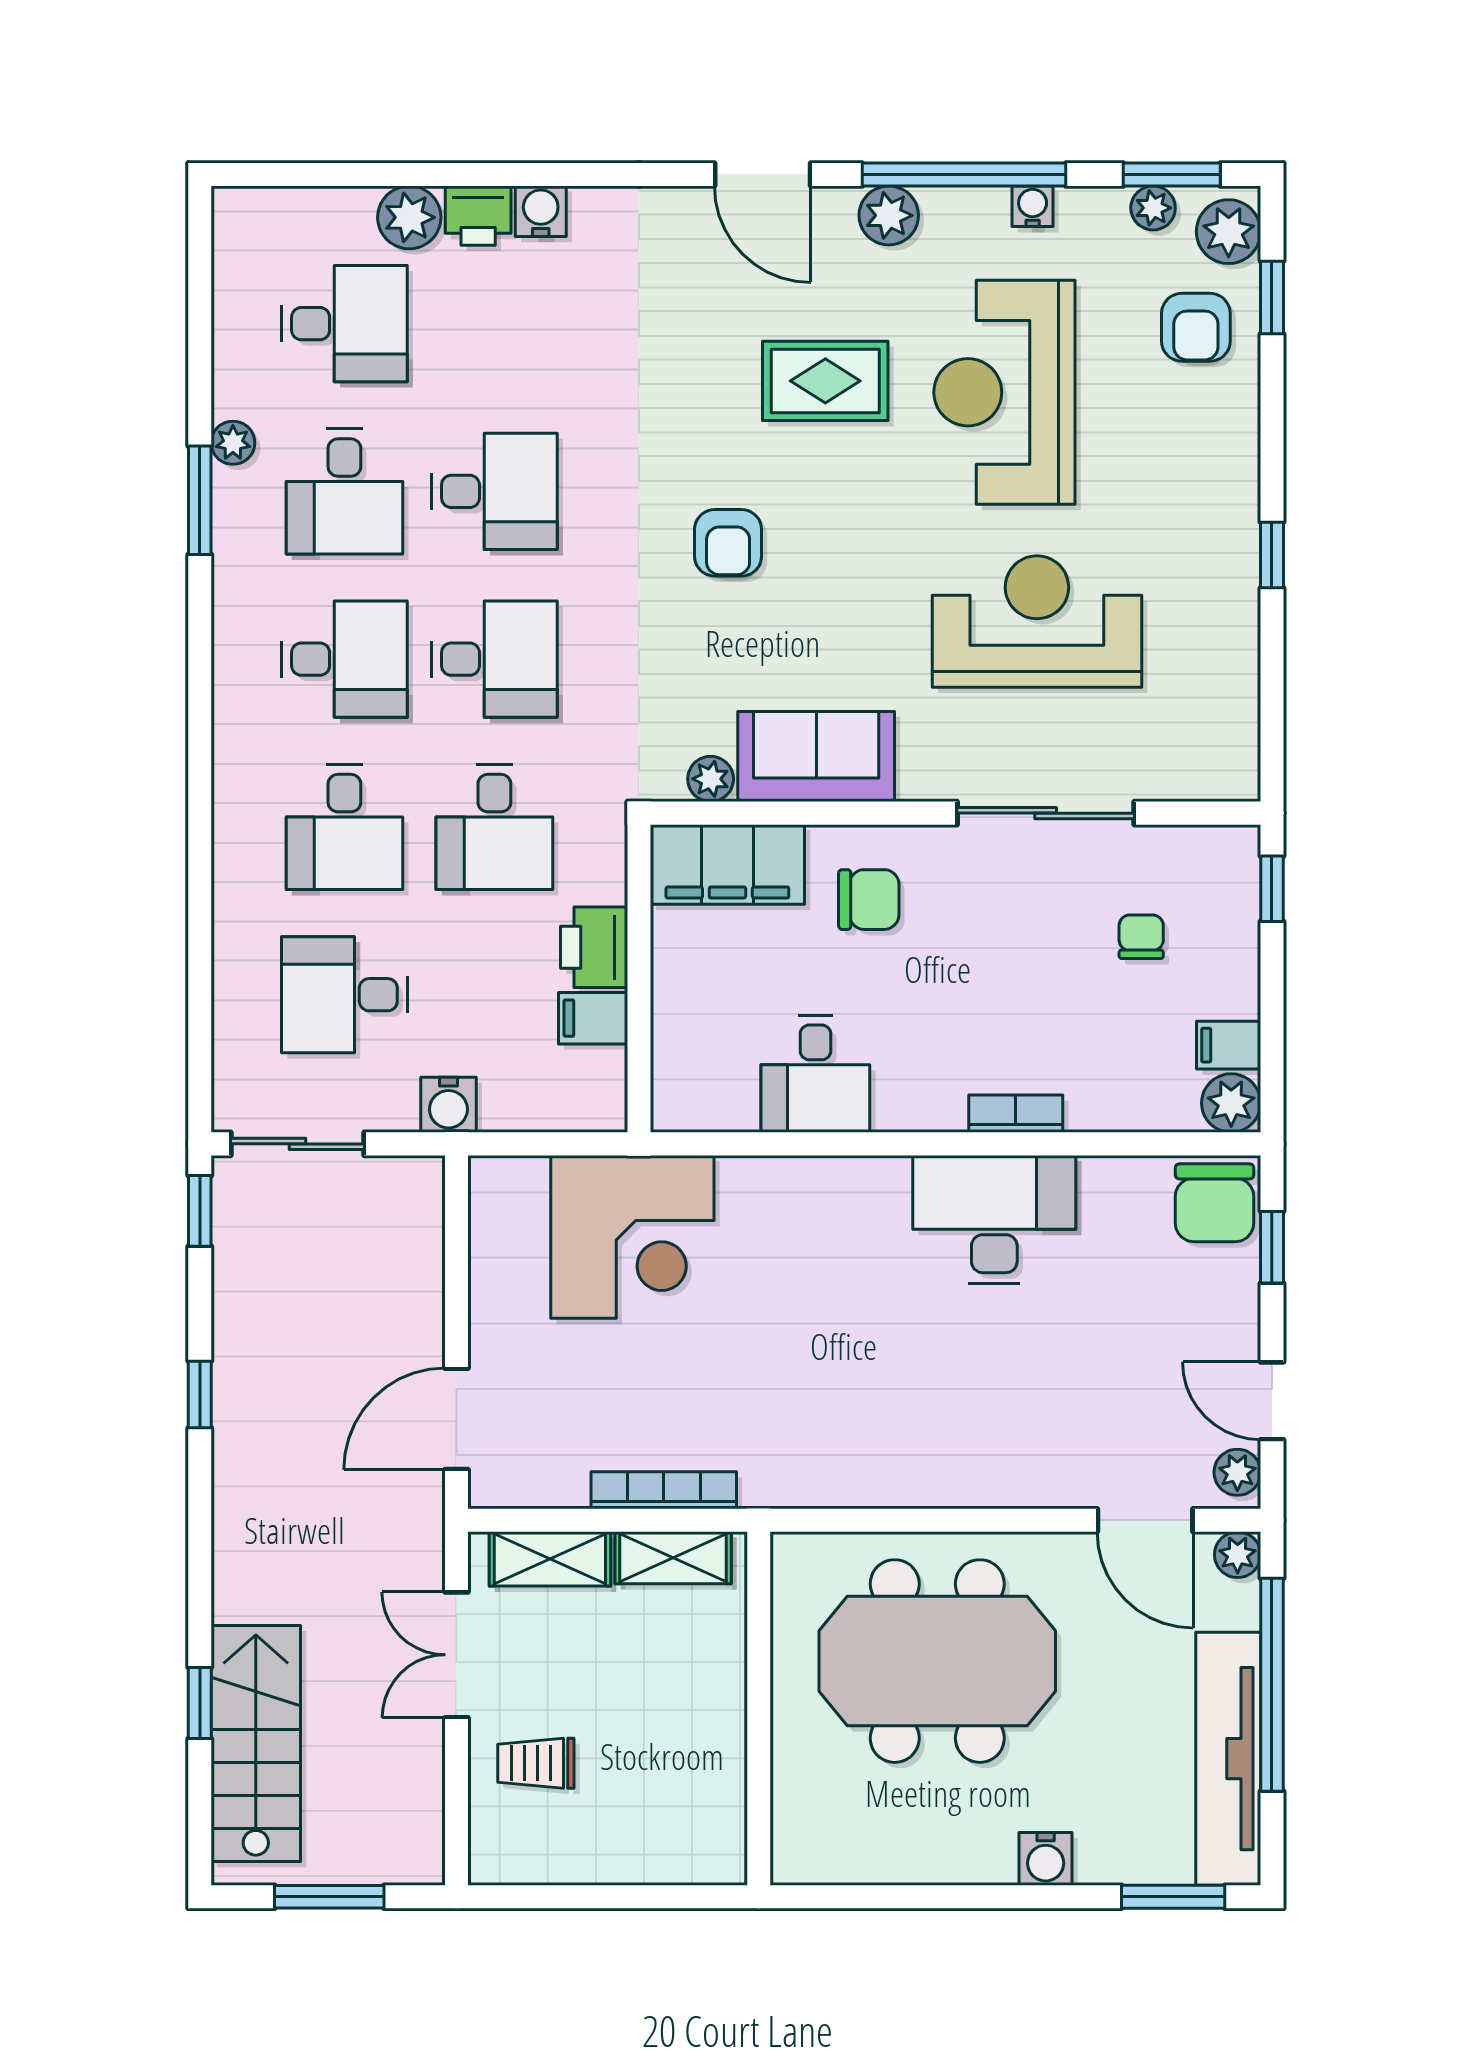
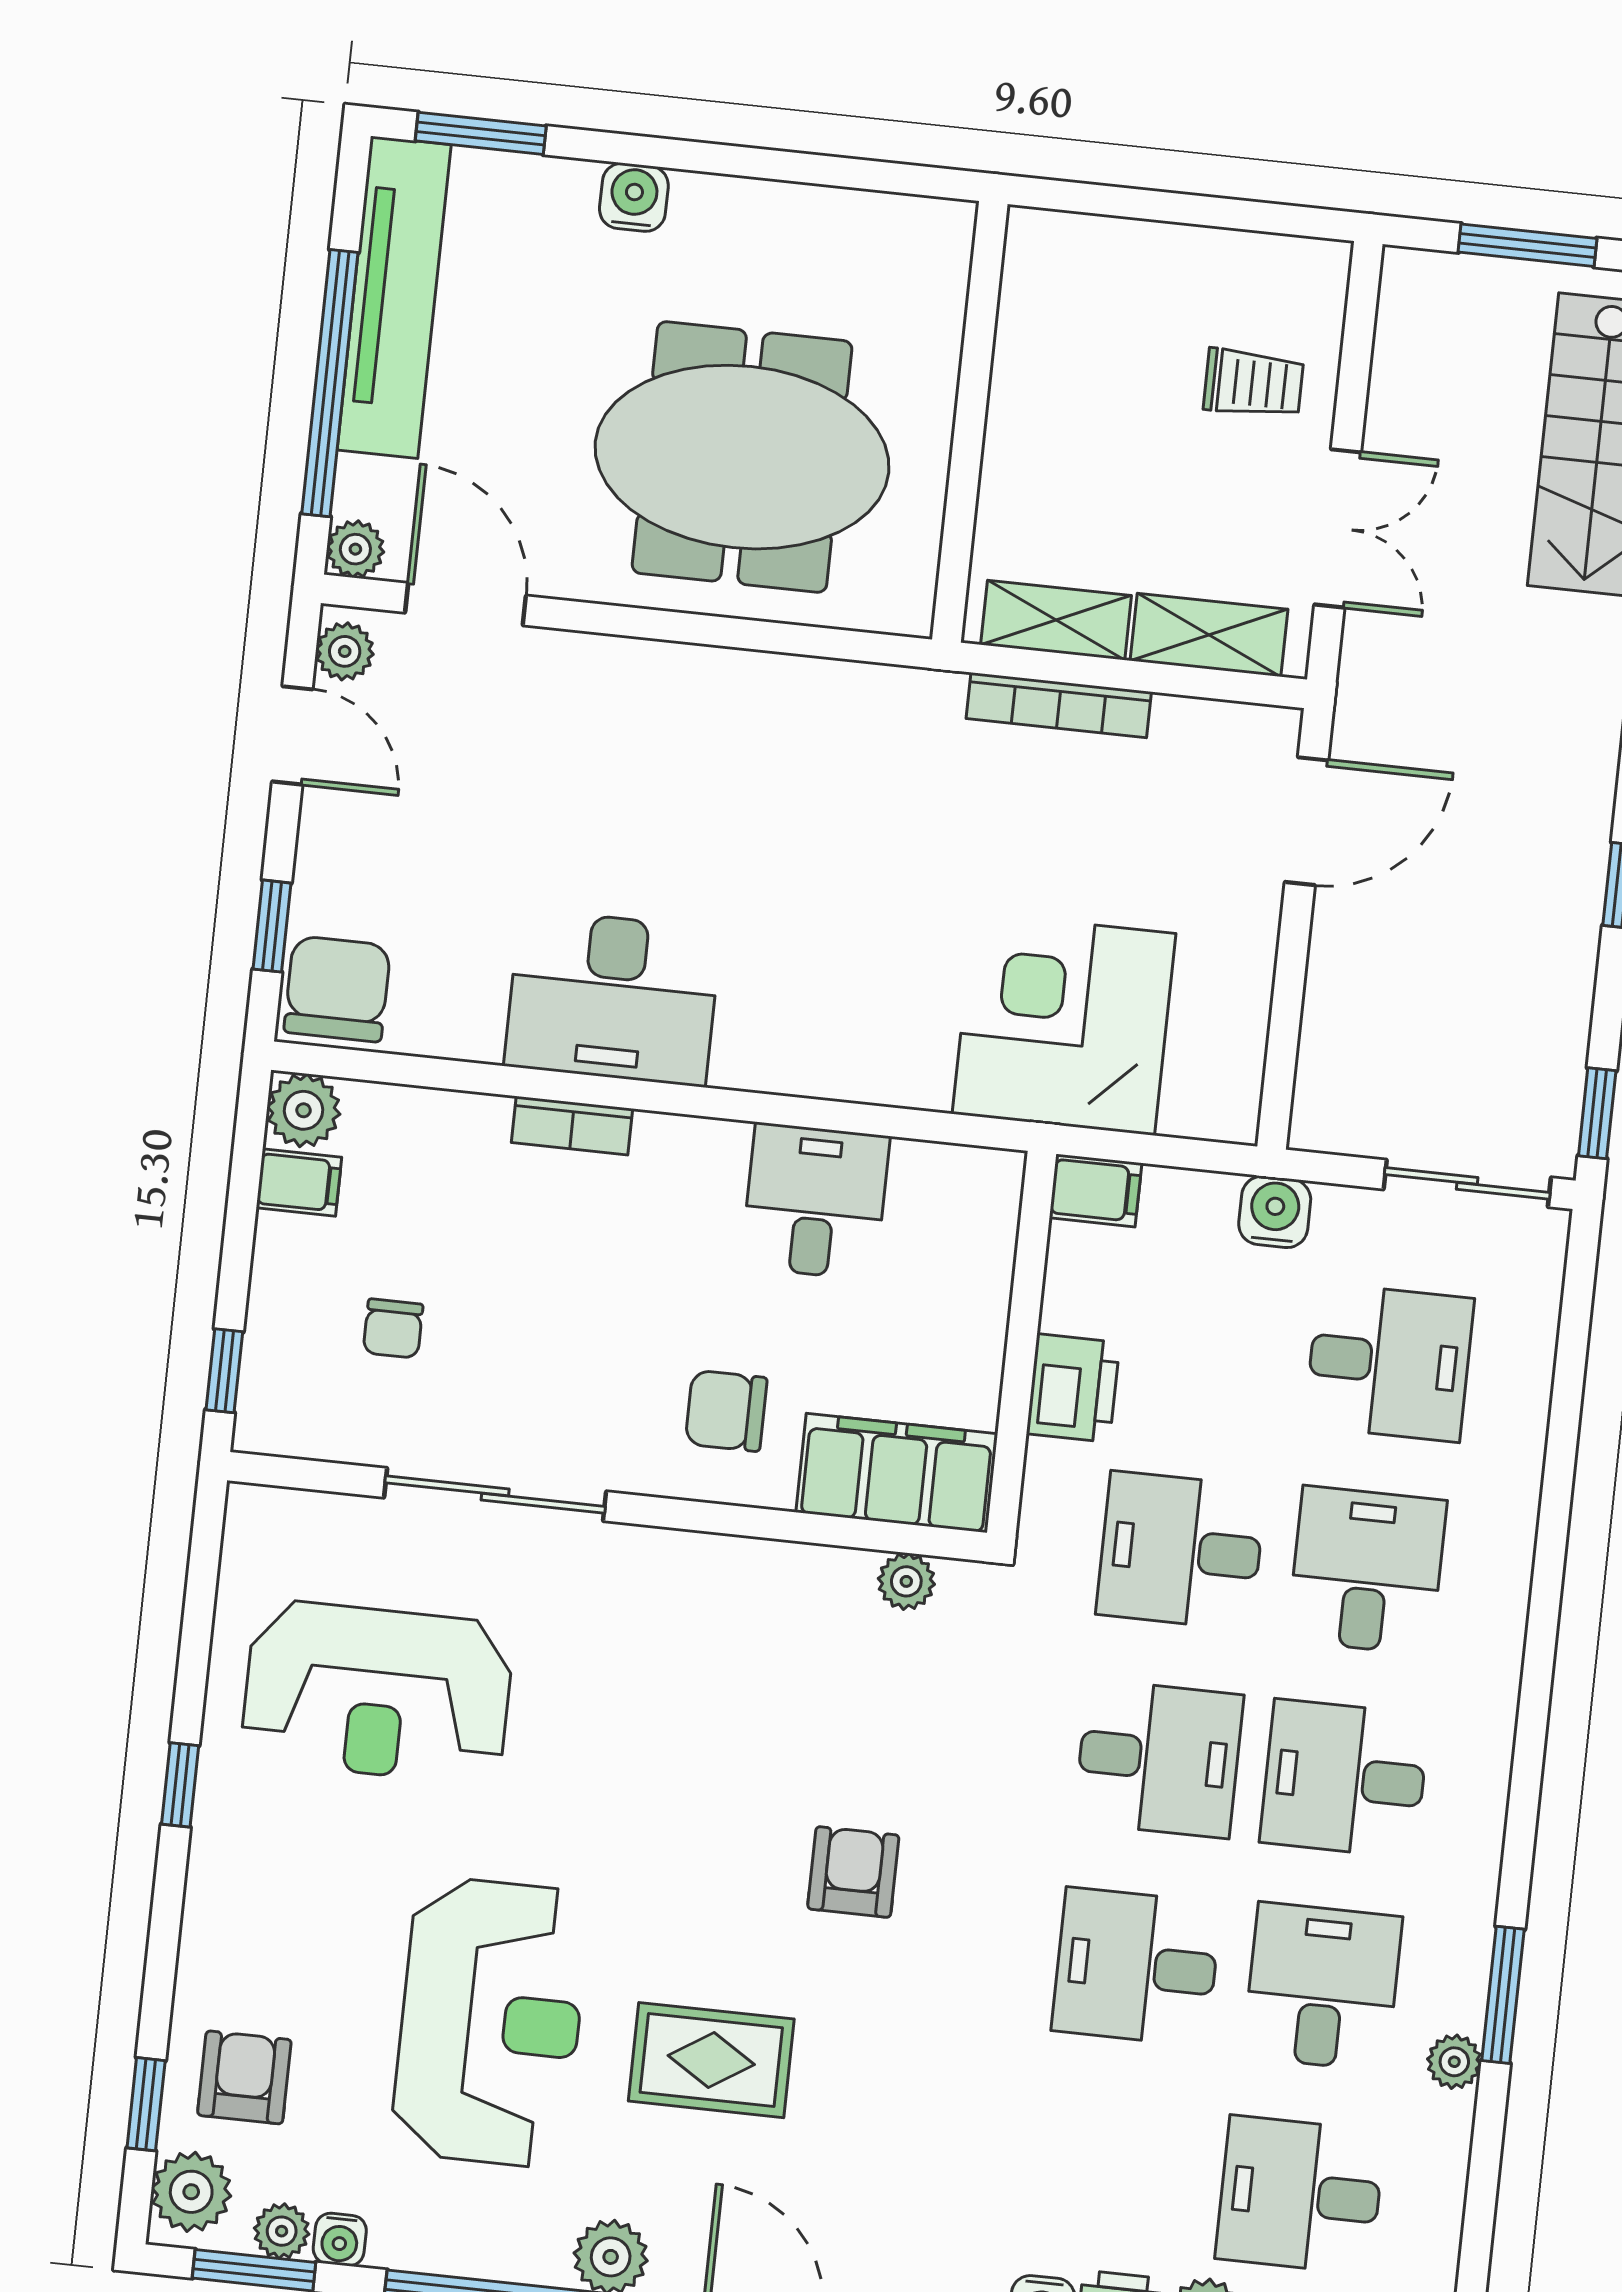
water cooler: (1033, 206) -> (340, 2240), moved
reception desk: (1037, 621) -> (377, 1692), moved
desk: (494, 659) -> (1159, 1759), turned 180
sofa: (816, 756) -> (772, 1595), removed
desk: (494, 827) -> (1181, 1551), turned -90
filing cabinet: (593, 1018) -> (1096, 1190), moved

